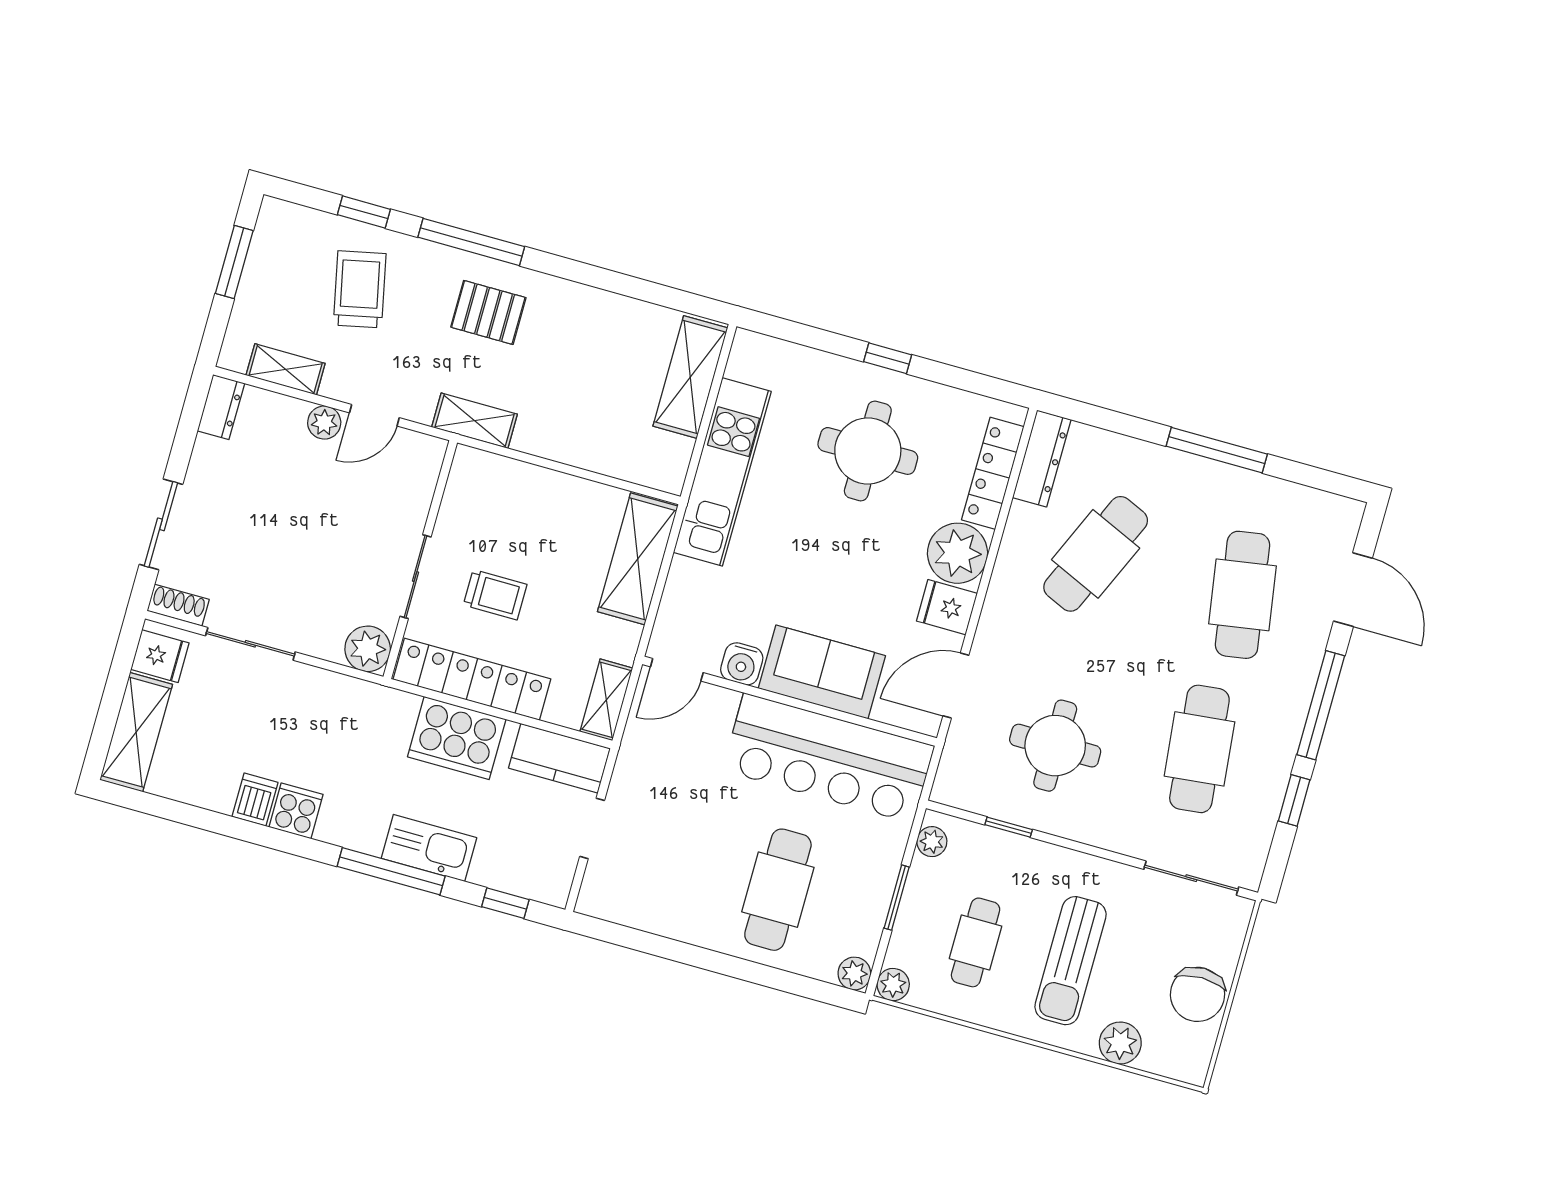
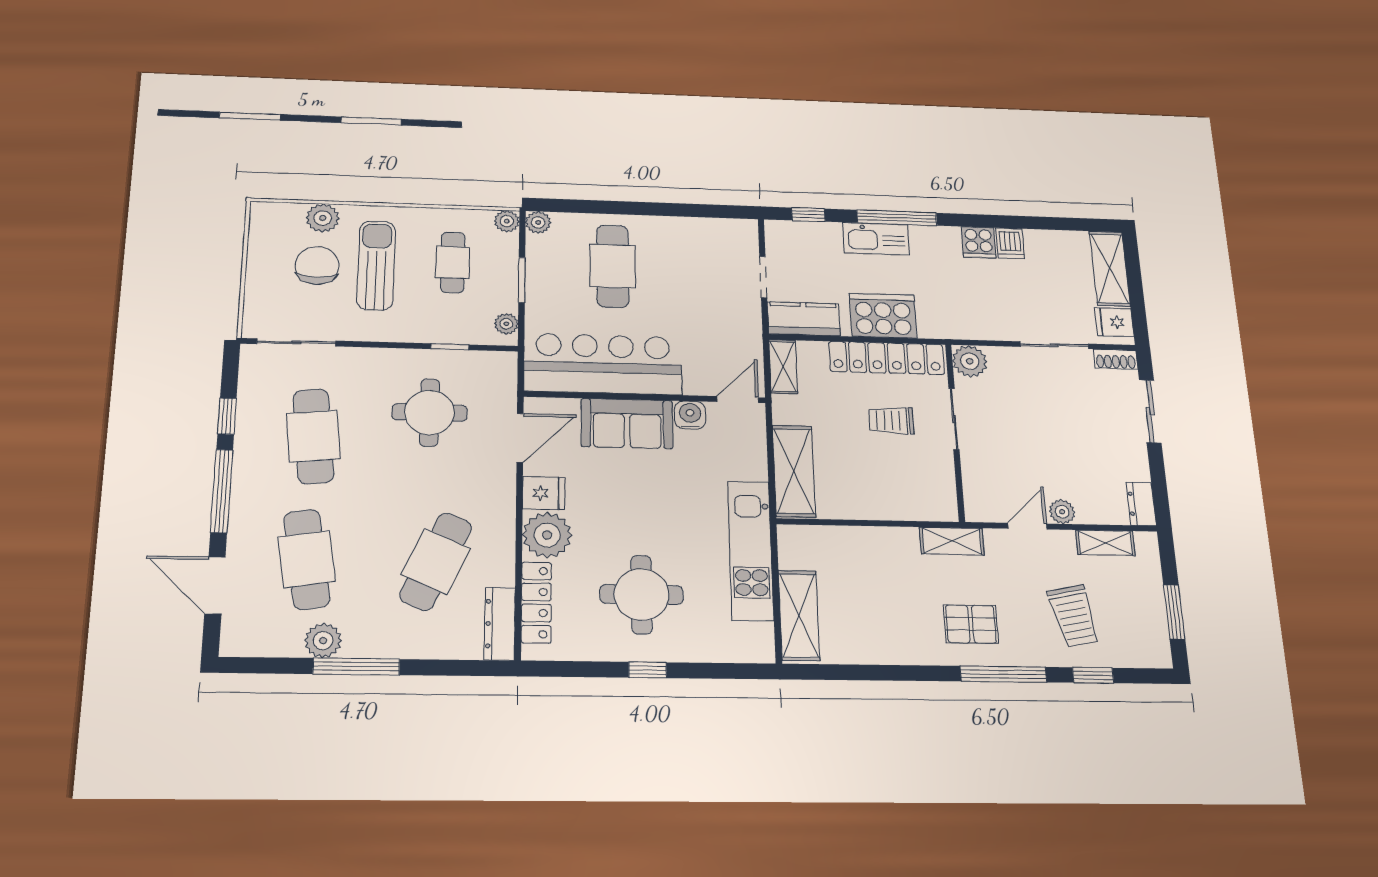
plant: (1247, 491) -> (323, 641), added
chair: (1197, 994) -> (317, 265), moved

